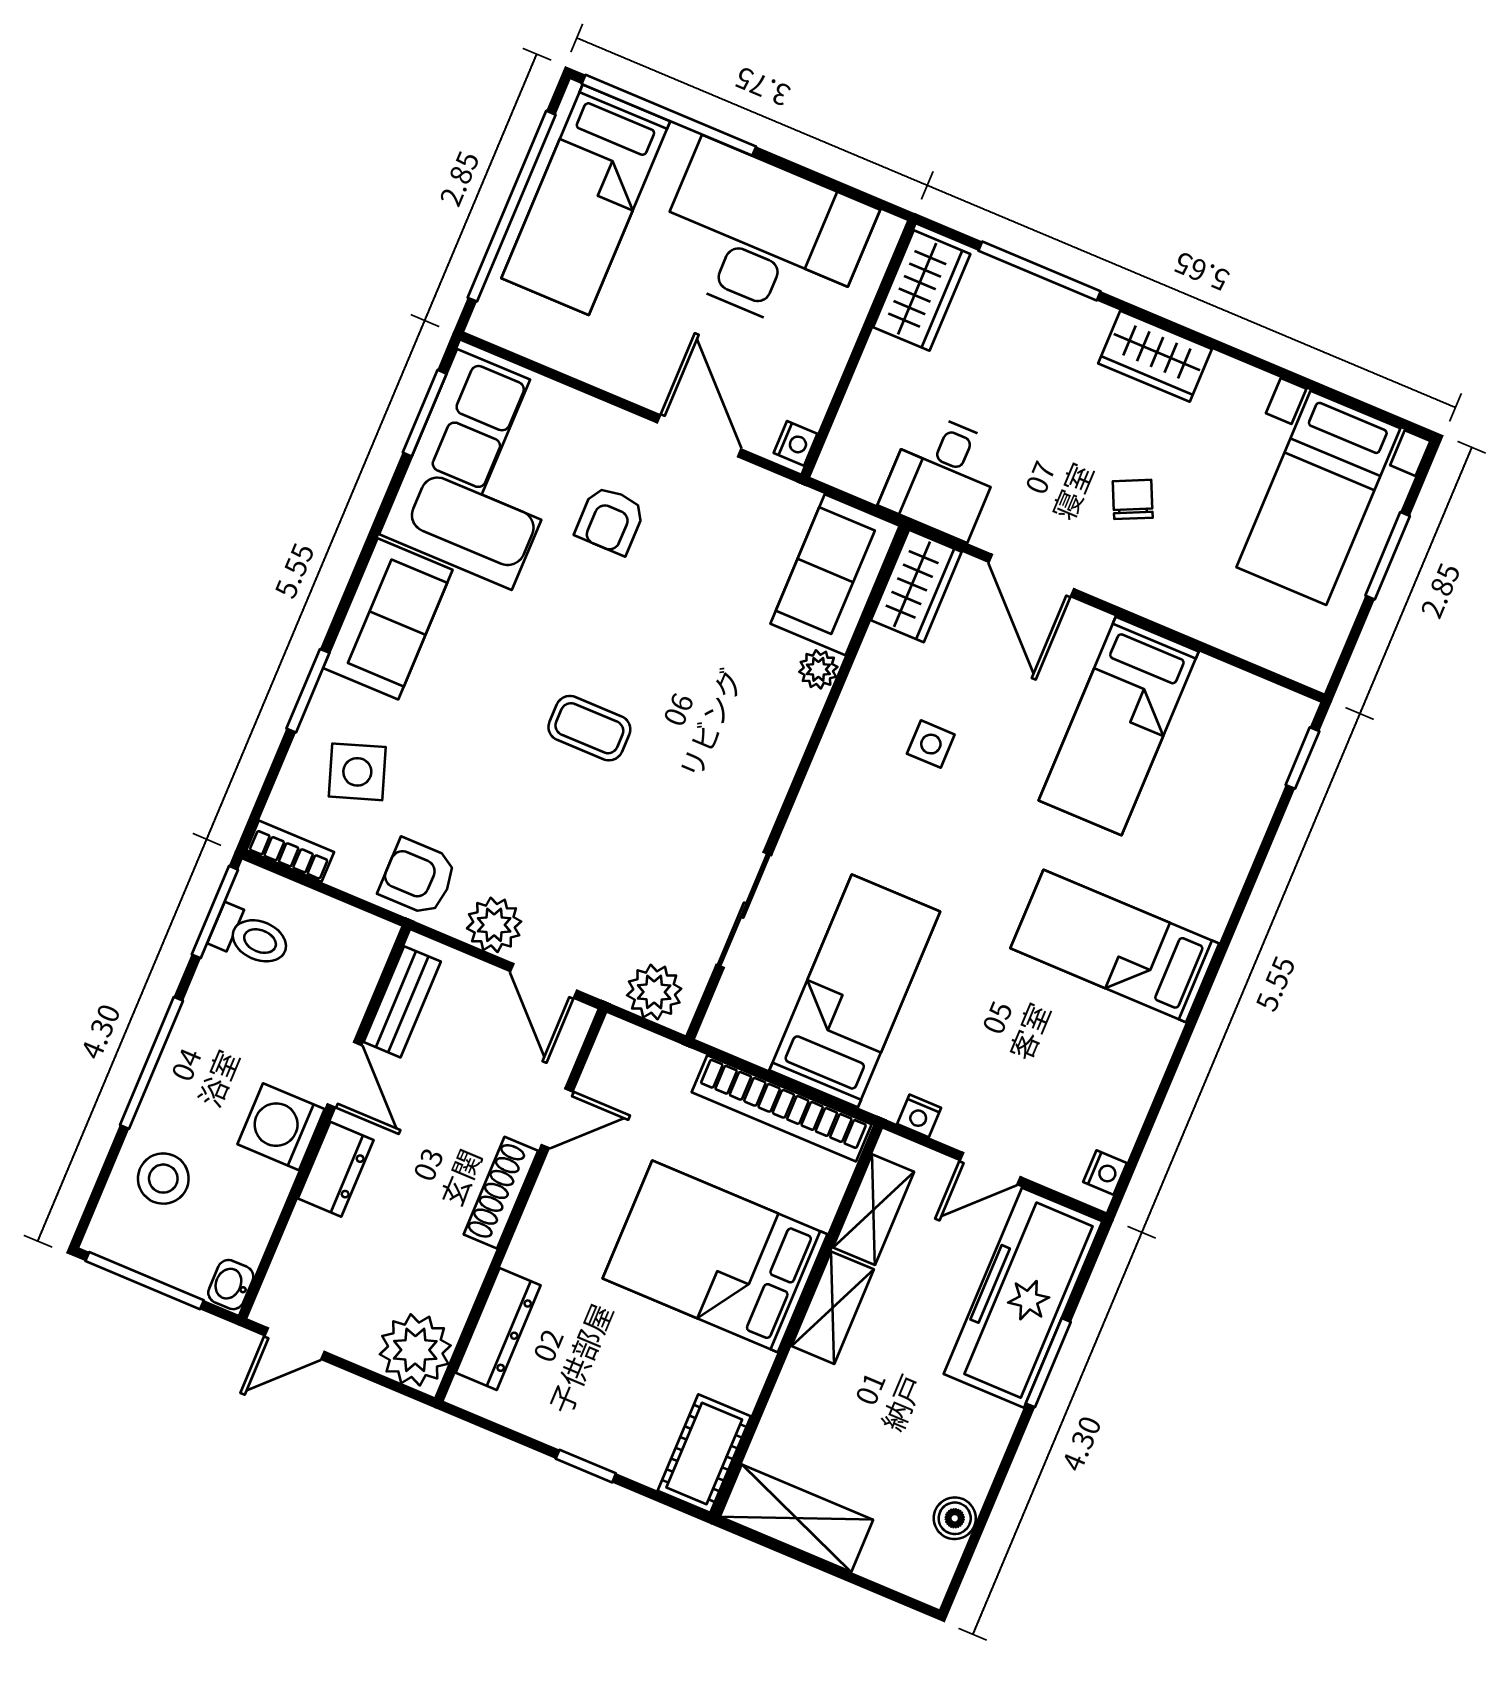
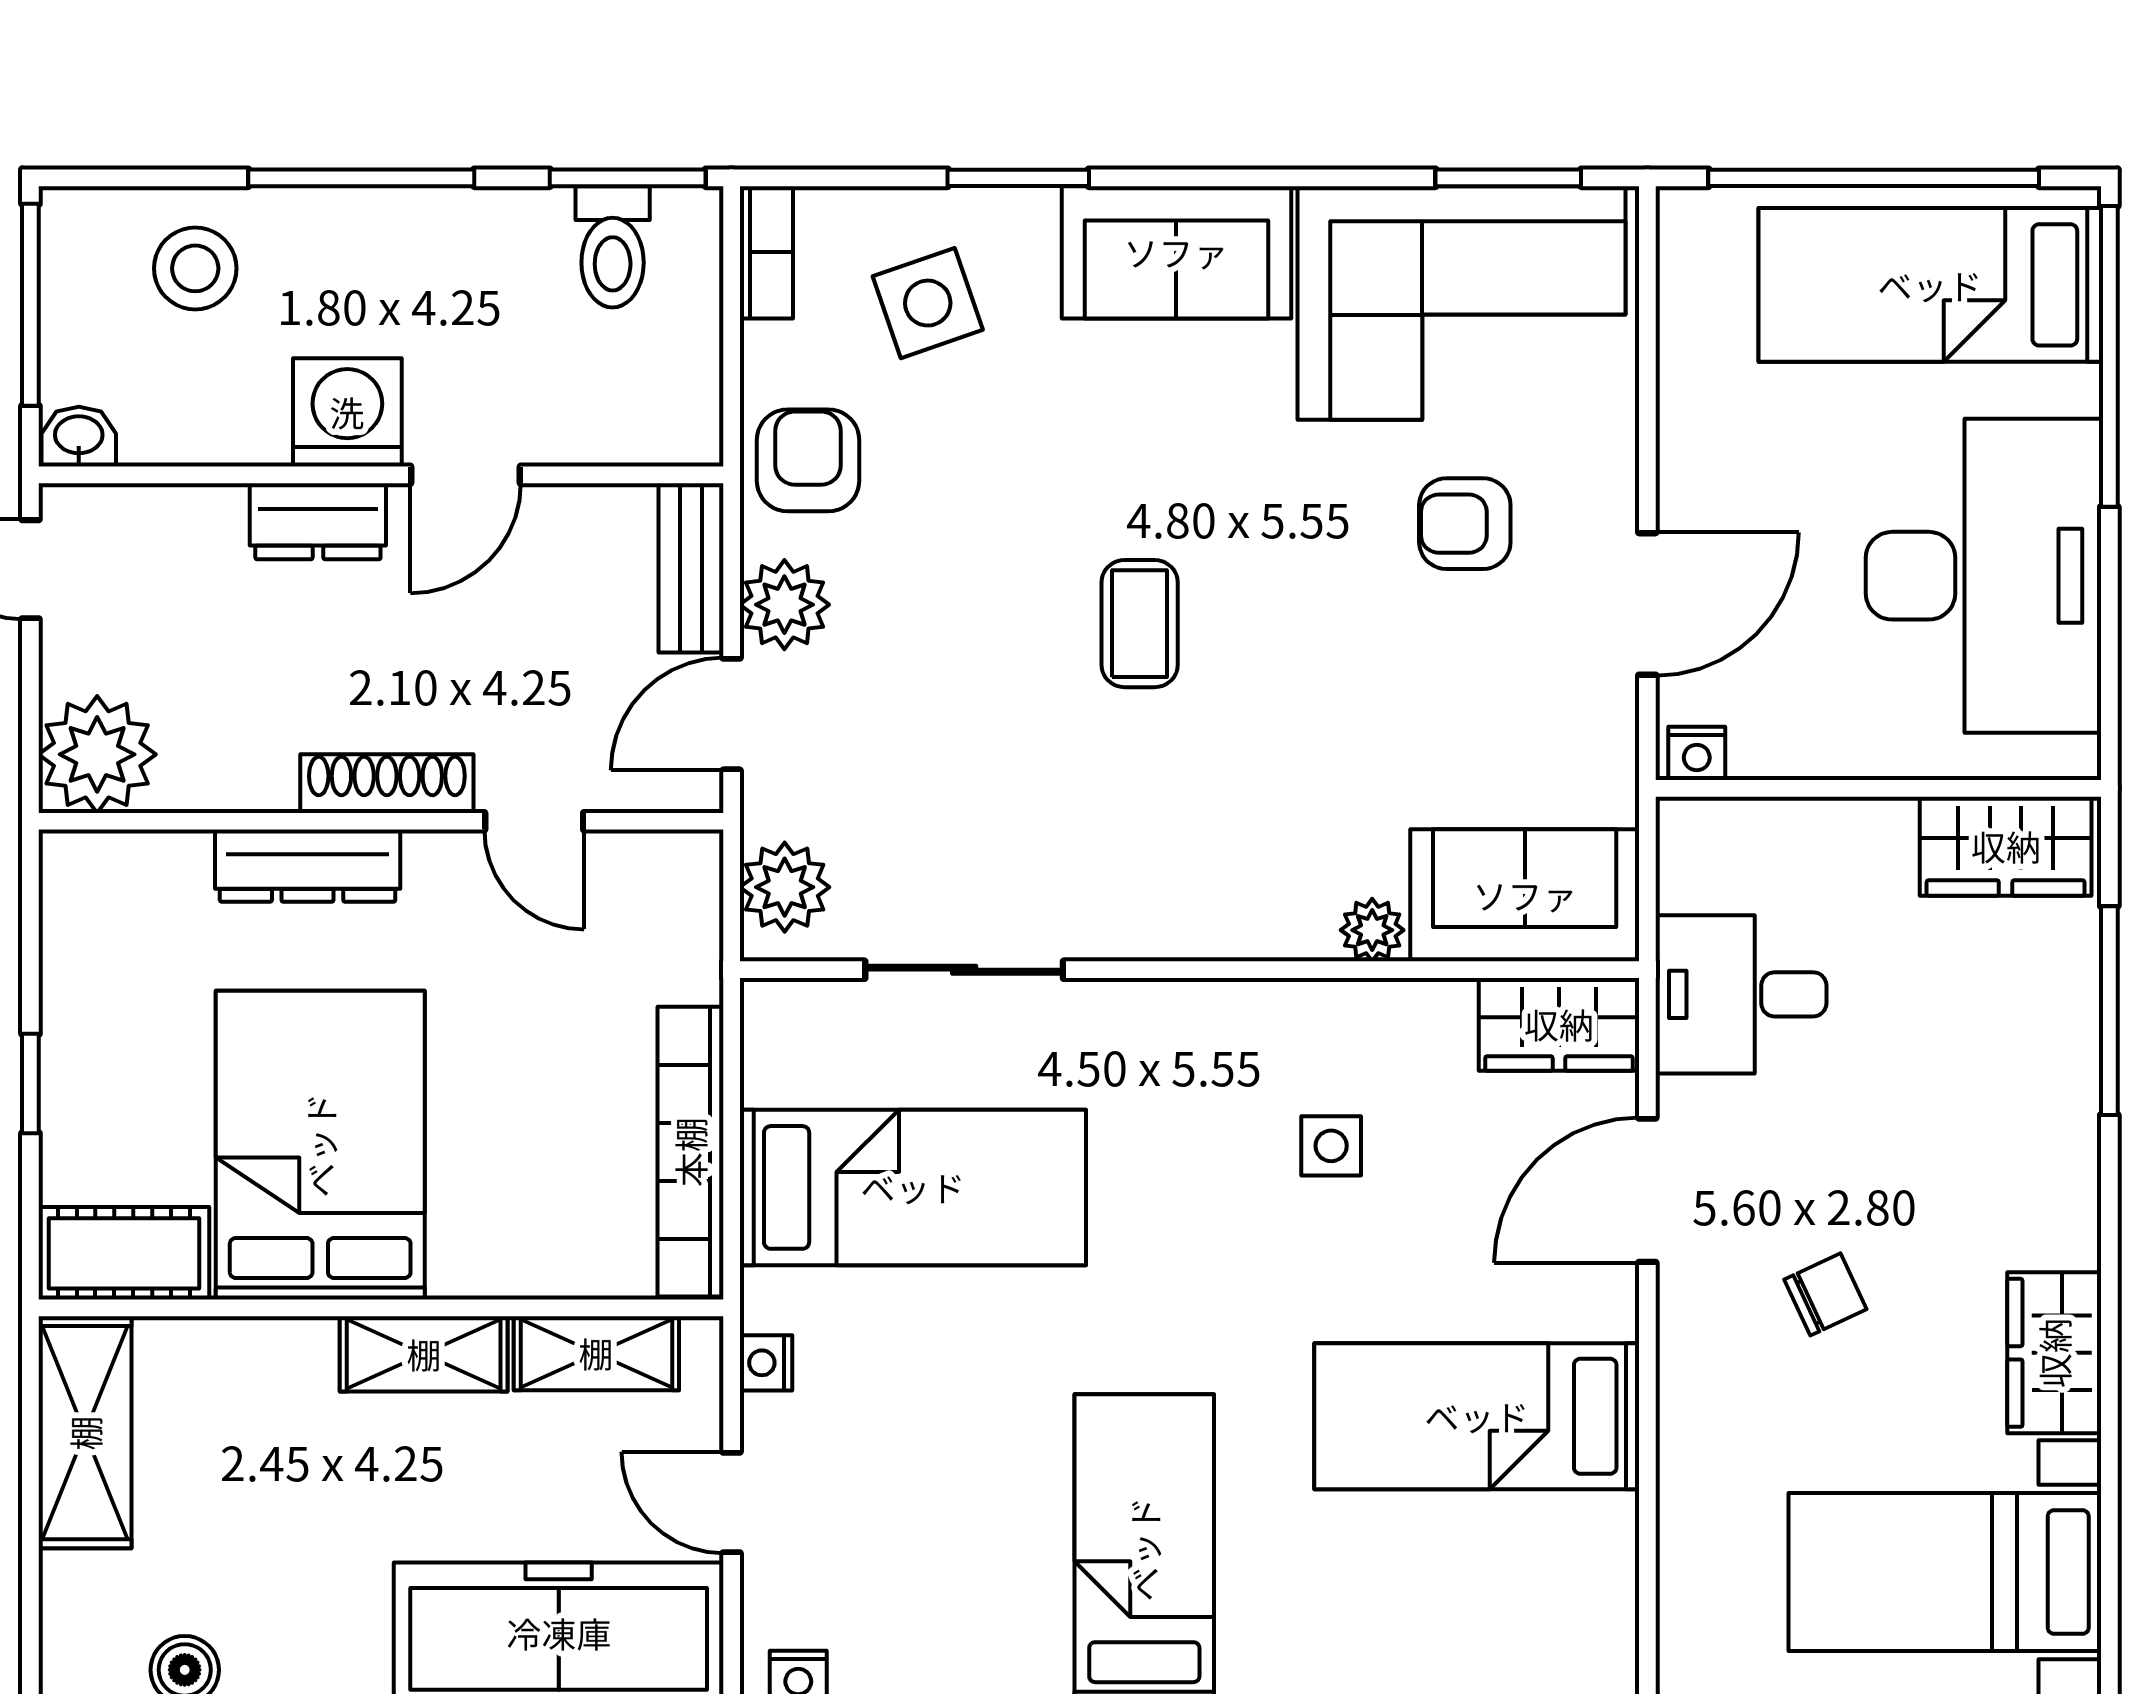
wardrobe: (1155, 356) -> (2054, 1353), moved
bench: (402, 1002) -> (691, 568), moved, turned 90
bed: (715, 1256) -> (320, 1145), moved
dresser: (498, 1329) -> (308, 866), moved

